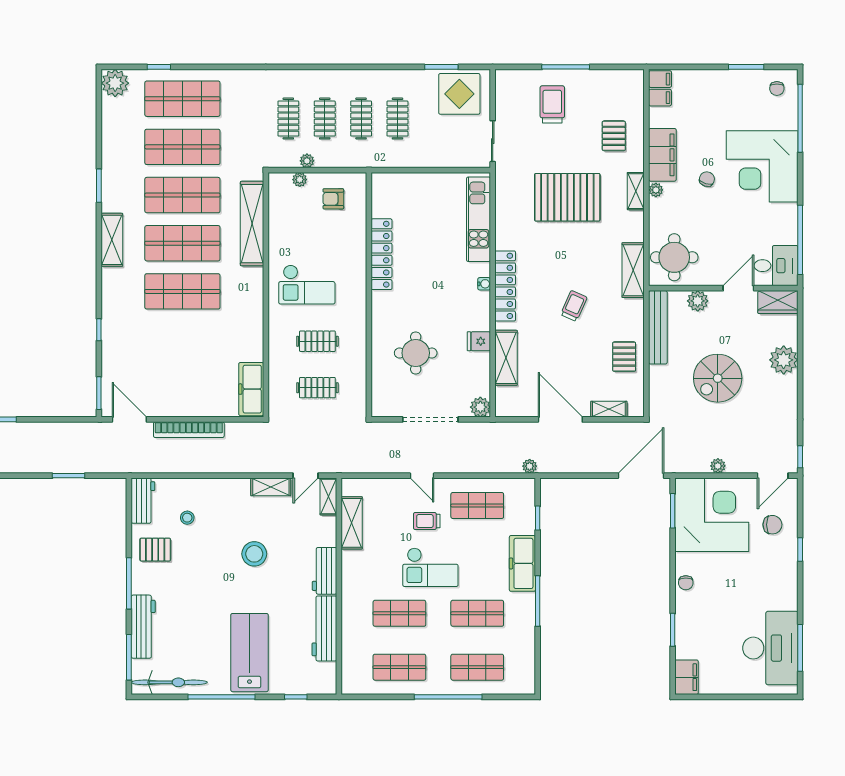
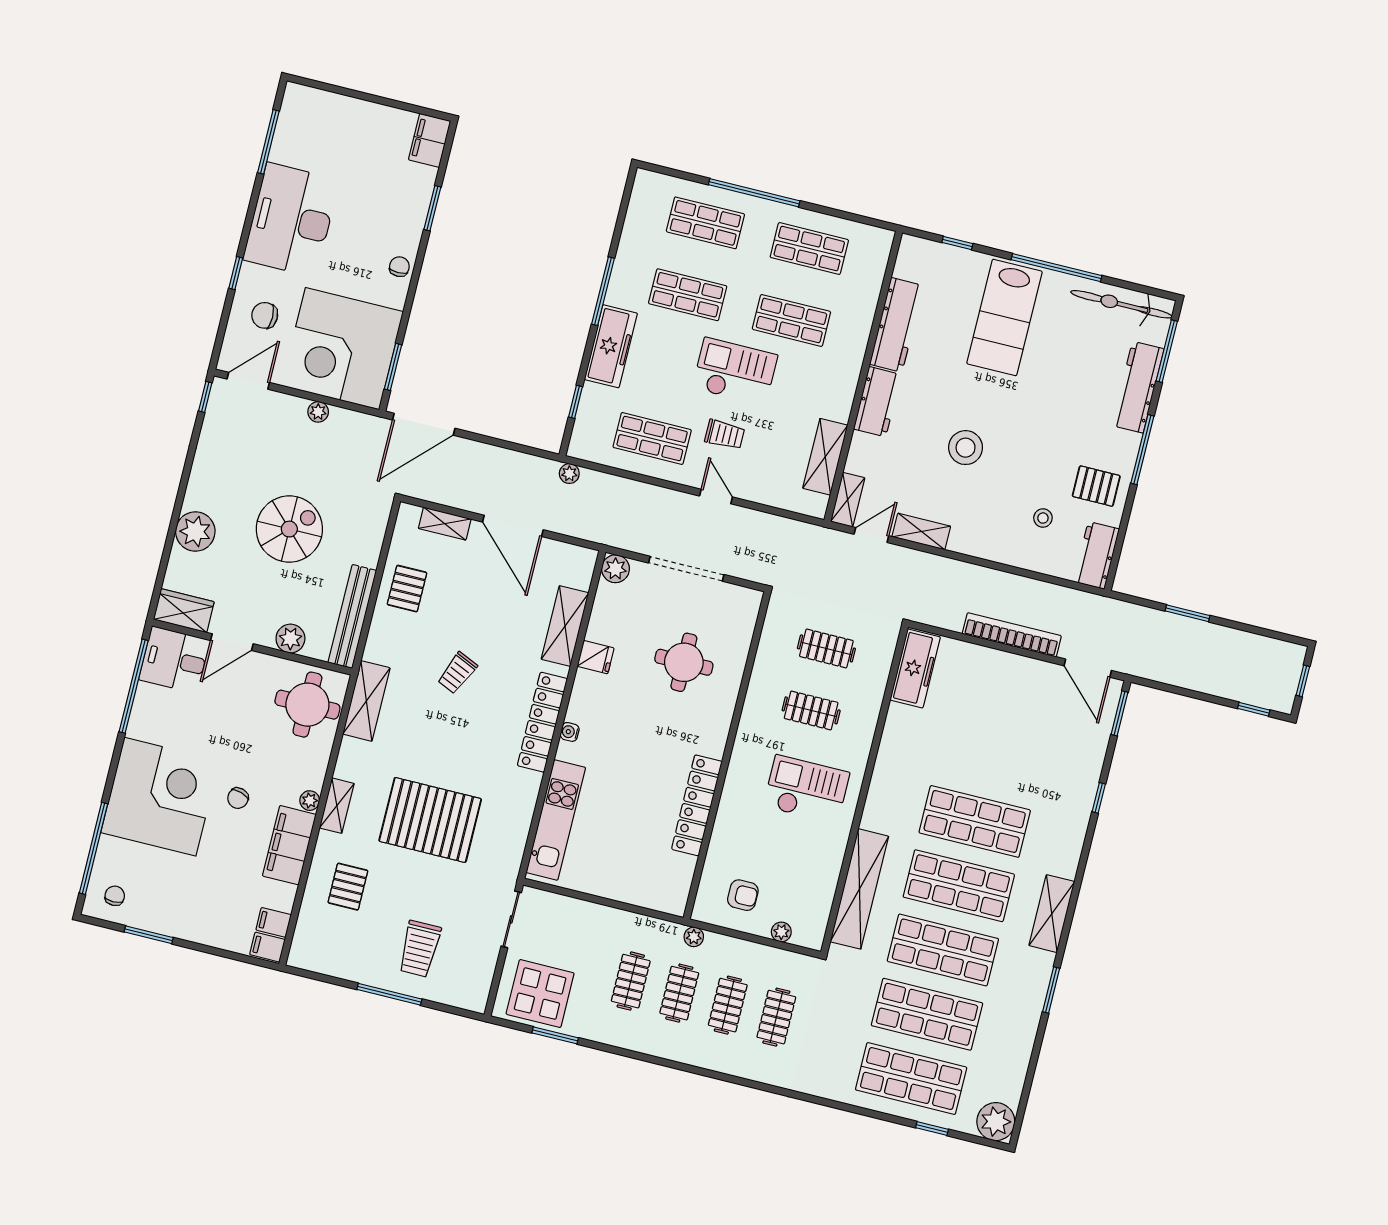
plant: (307, 161) -> (694, 937), moved
desk: (770, 648) -> (291, 220), moved

